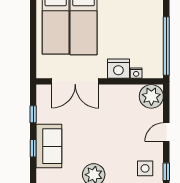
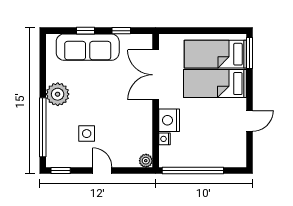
plant: (151, 96) -> (146, 161), width x0.53, depth x0.53
sofa: (49, 146) -> (88, 47), width x1.36
side table: (145, 168) -> (87, 134), moved

